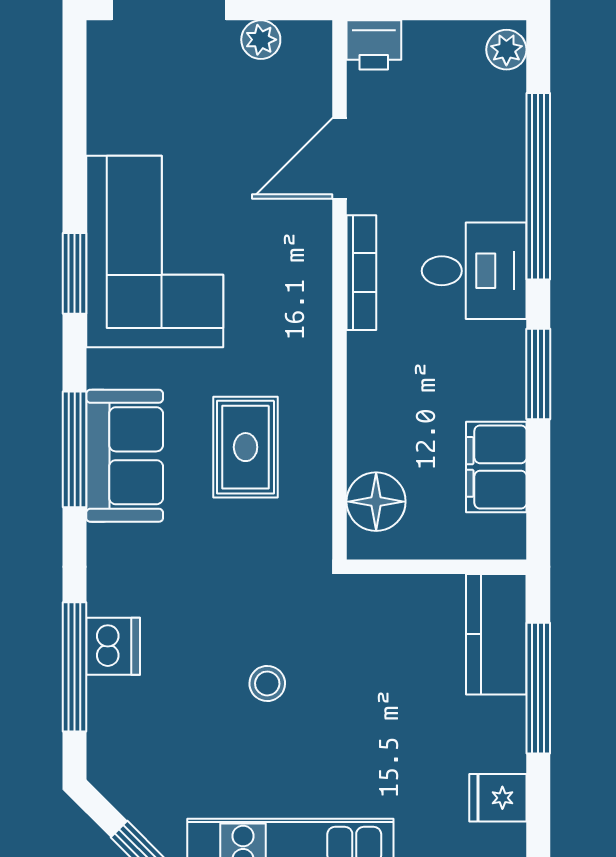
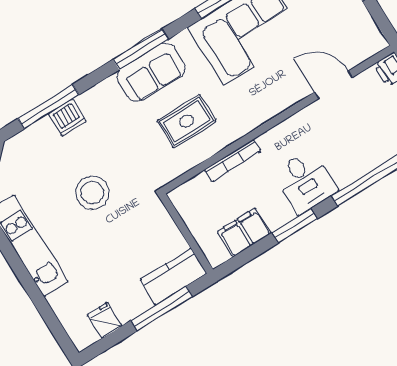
plant: (261, 40) -> (363, 20), removed
desk: (474, 271) -> (305, 182), moved
bookcase: (361, 273) -> (232, 161), moved
floor lamp: (376, 502) -> (198, 191), removed
stool: (267, 683) -> (92, 193), width x1.89, depth x1.89

